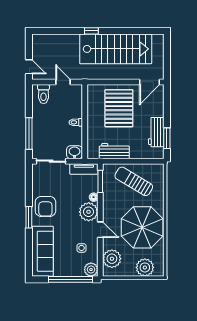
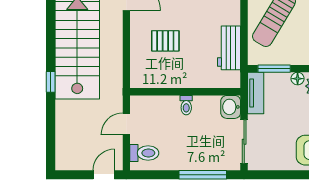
pallet: (119, 108) -> (165, 41), width x0.49, depth x0.50

